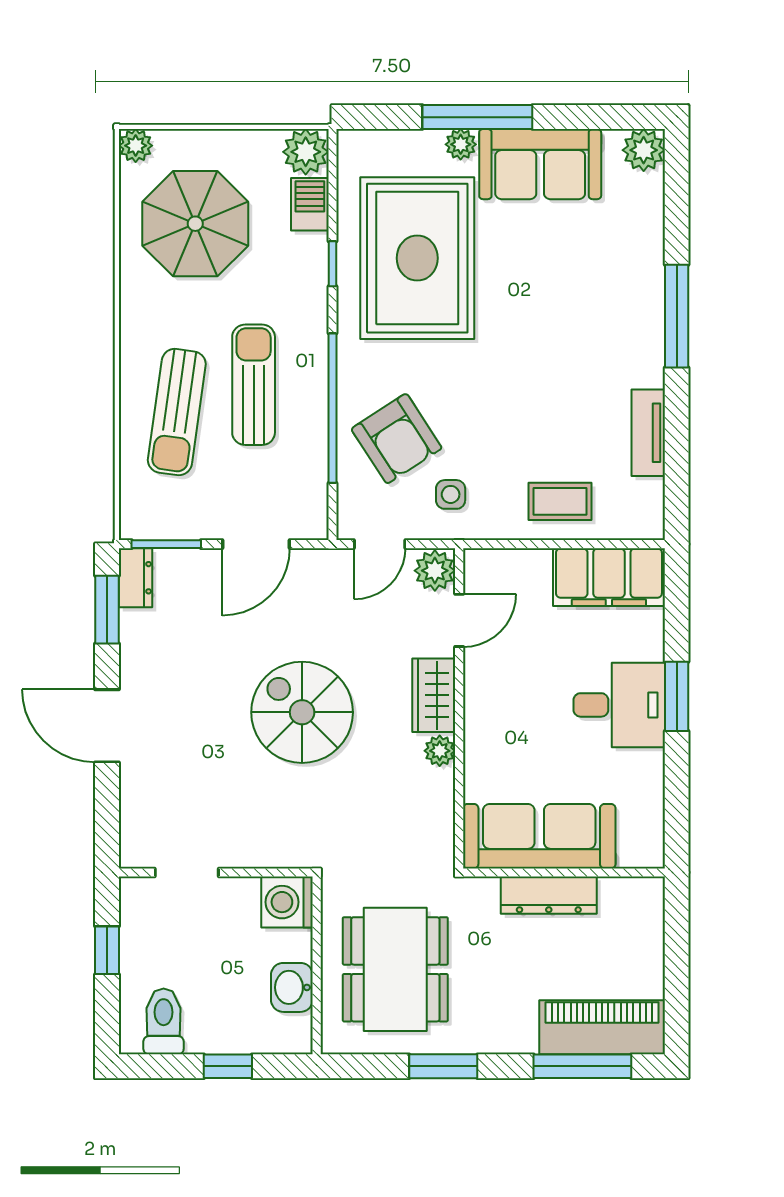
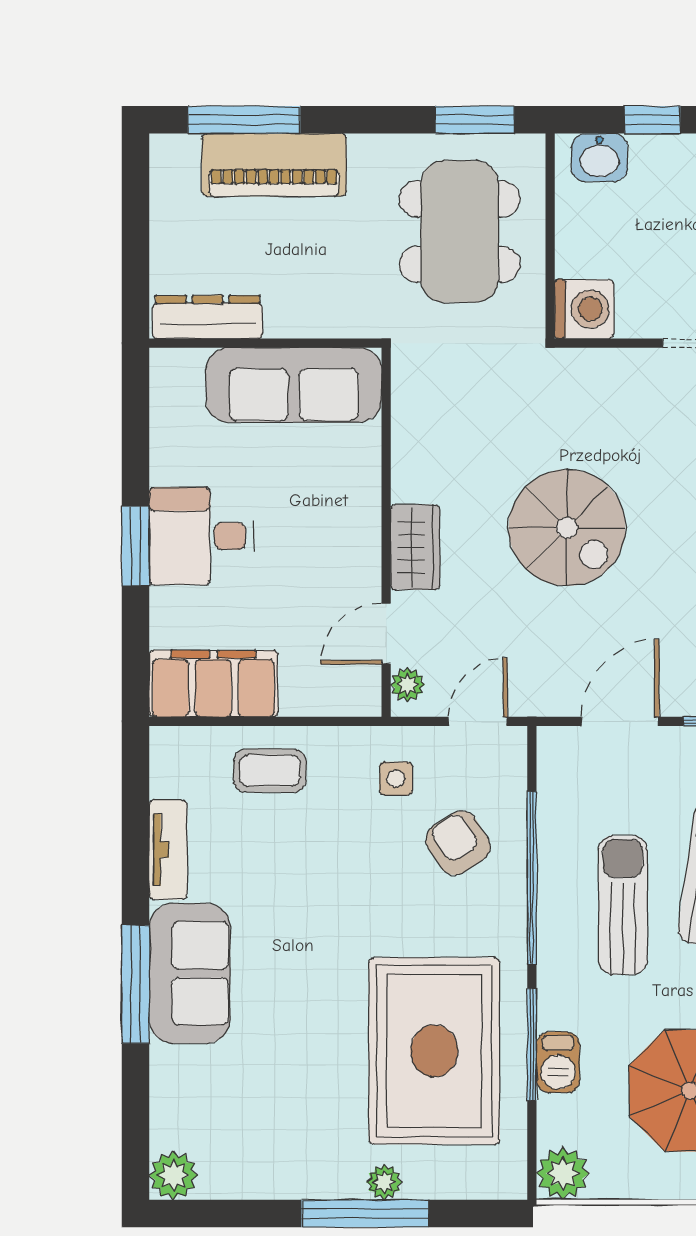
sofa: (540, 164) -> (190, 973), moved, turned 90
barbecue: (310, 204) -> (558, 1062), moved
window: (333, 264) -> (532, 1044), width x2.17
sun lounger: (254, 385) -> (623, 905), turned 180
armchair: (397, 439) -> (458, 843), width x0.72, depth x0.72
plant: (435, 571) -> (408, 685), width x0.73, depth x0.73
plant: (440, 751) -> (408, 483), removed
dresser: (549, 895) -> (208, 317), moved
washbasin: (292, 987) -> (599, 158), moved, turned 90
piano: (602, 1027) -> (274, 165), moved
window: (443, 1066) -> (475, 120), moved

